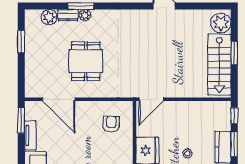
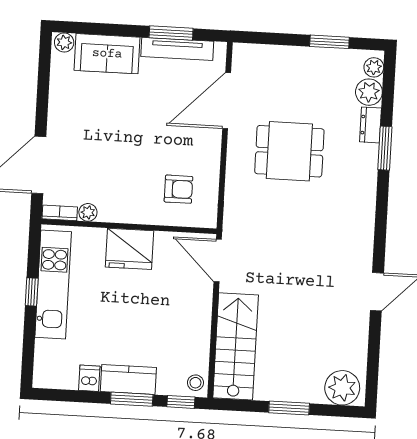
plant: (85, 15) -> (374, 67), moved
stairs: (219, 65) -> (236, 346), moved, turned 90
window: (21, 120) -> (171, 33), moved
tv unit: (30, 135) -> (177, 49), width x1.41
stool: (188, 153) -> (195, 383), moved

